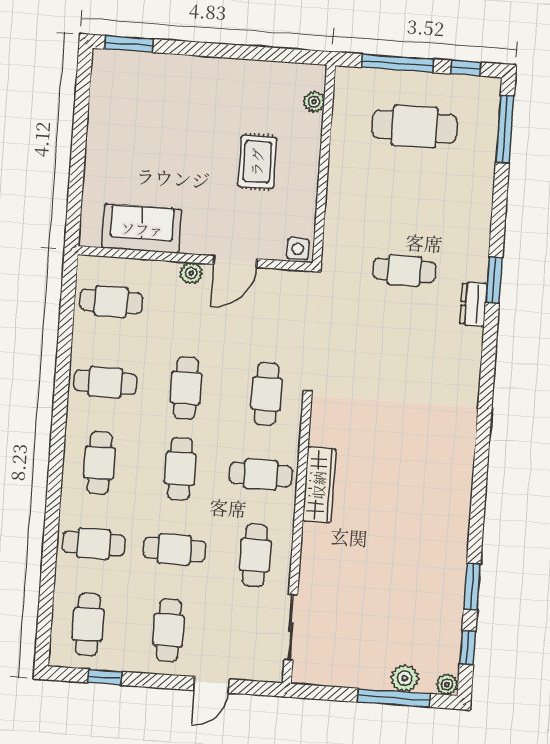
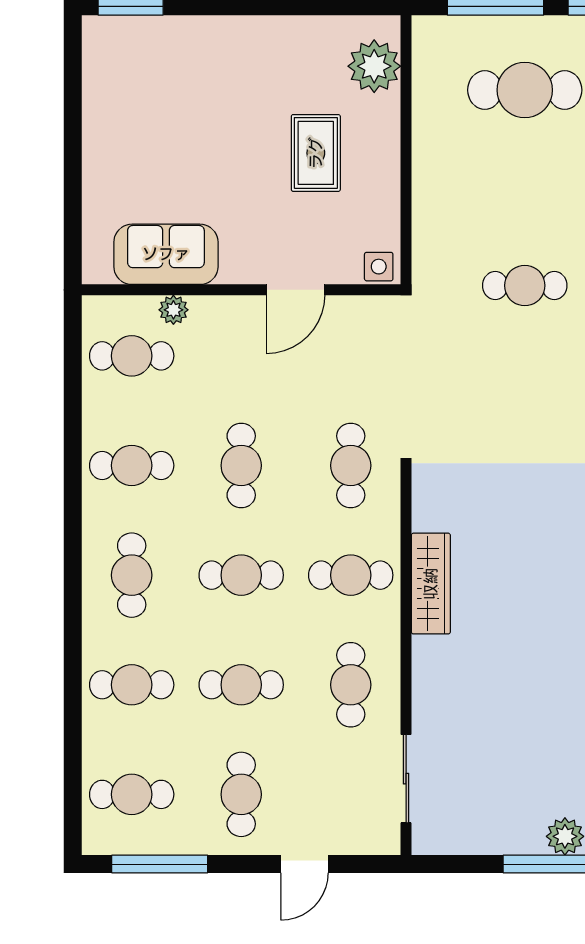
plant: (314, 102) -> (374, 66), width x1.87, depth x1.87
plant: (191, 273) -> (173, 310), moved
cafe table: (180, 469) -> (241, 575), turned 90
cafe table: (88, 624) -> (132, 794), turned 90
window: (105, 677) -> (160, 864), width x2.17

